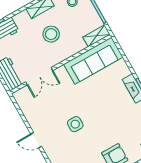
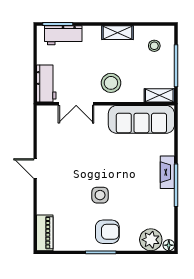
stool: (51, 34) -> (111, 83), moved
side table: (75, 124) -> (100, 195), moved

